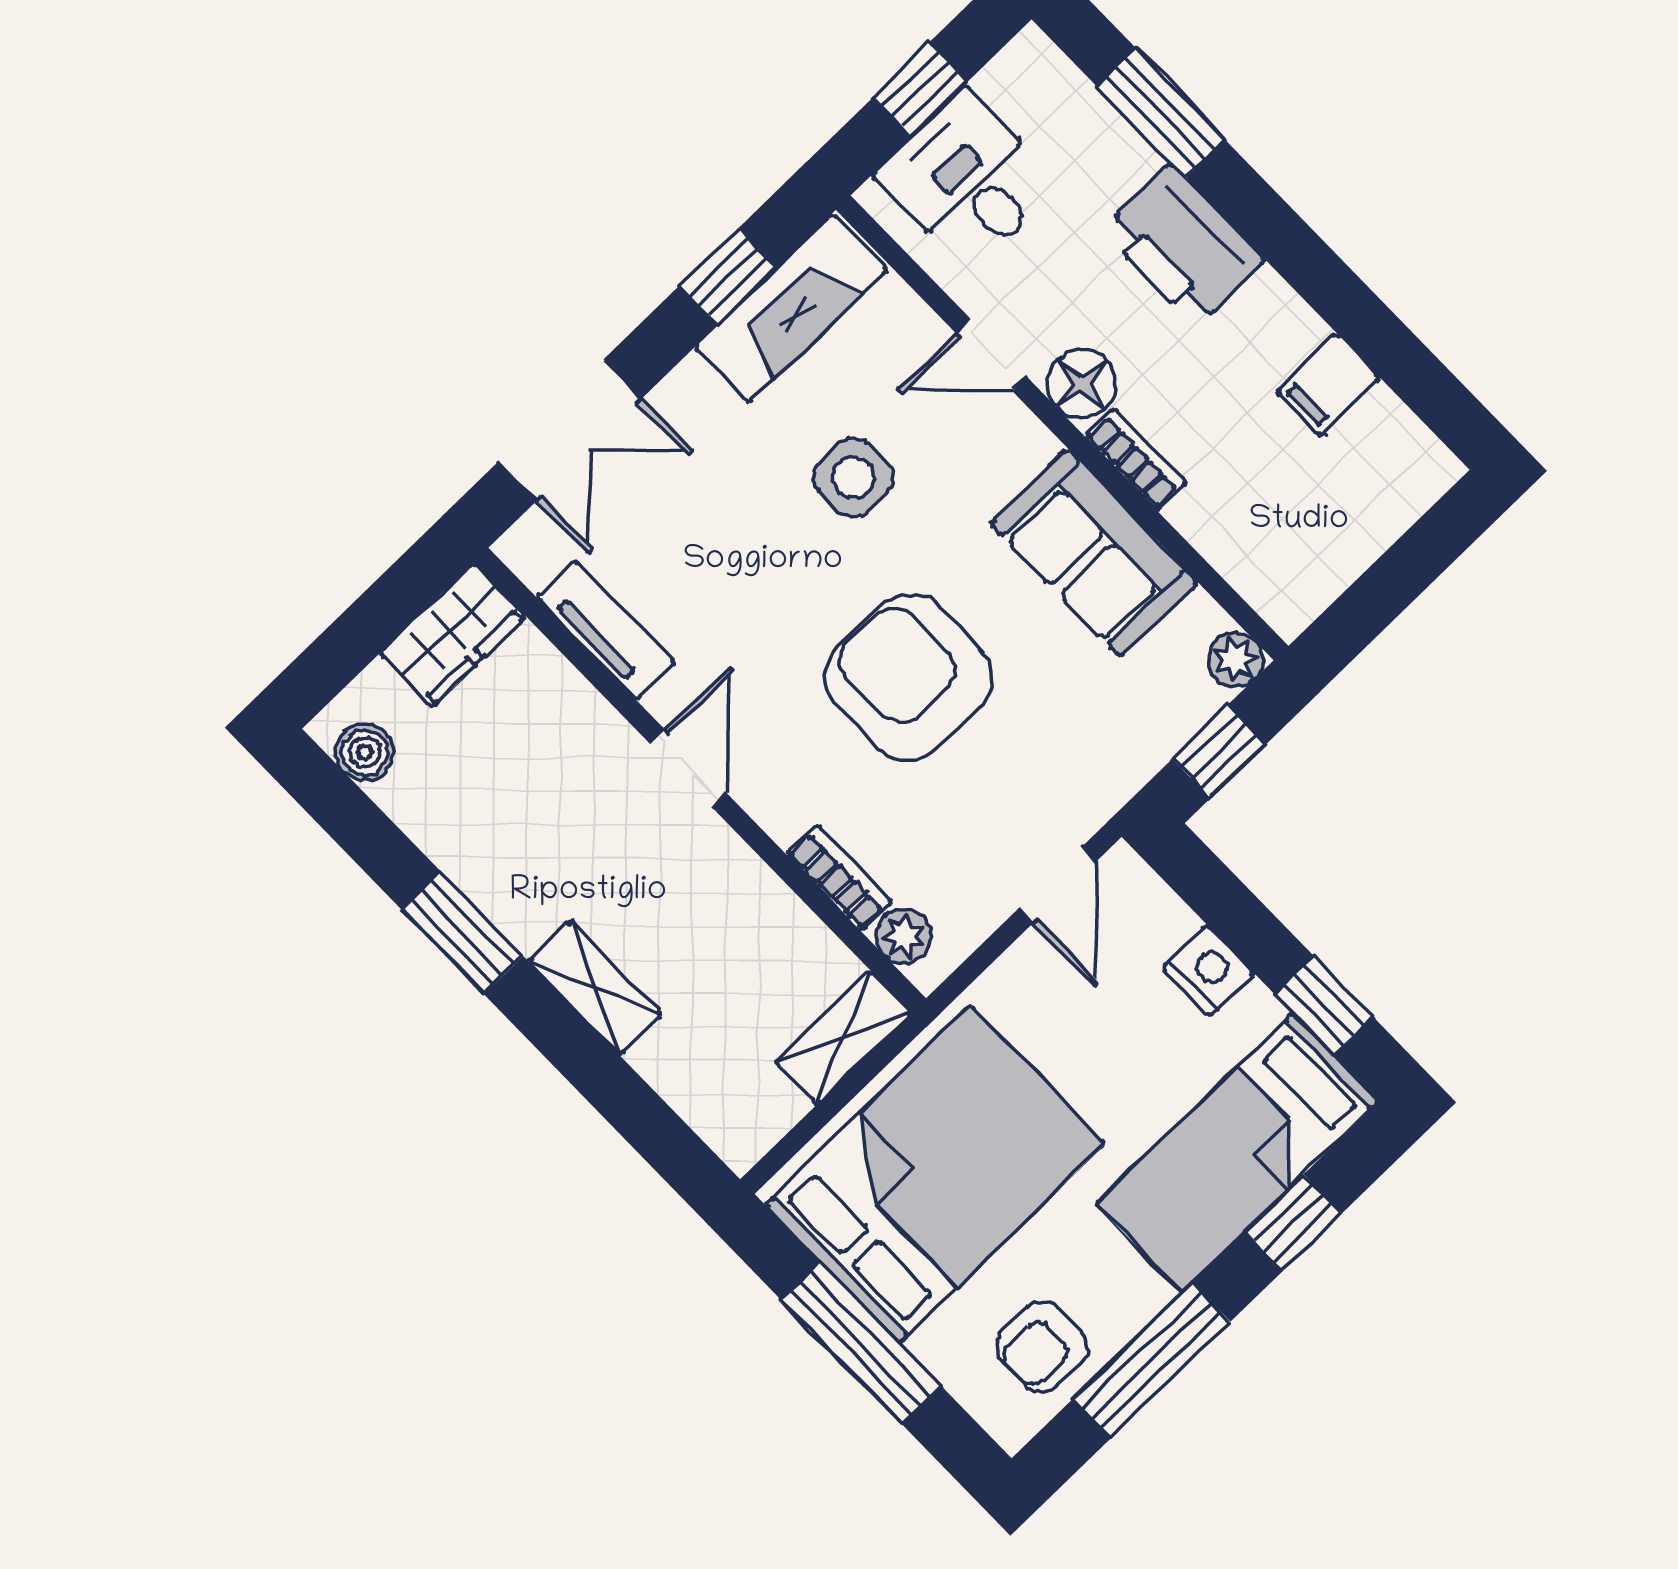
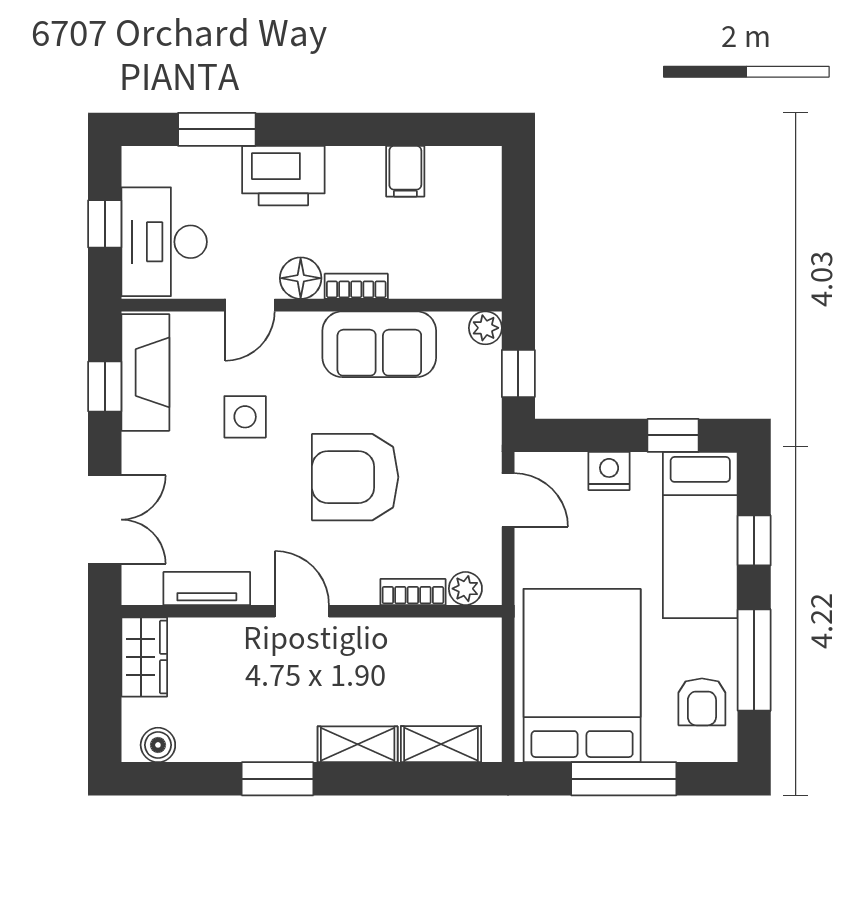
desk: (967, 180) -> (164, 242), width x1.37
shelving: (843, 1037) -> (441, 744), moved, turned 90

